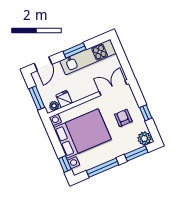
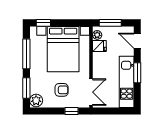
window: (146, 113) -> (72, 111), moved

